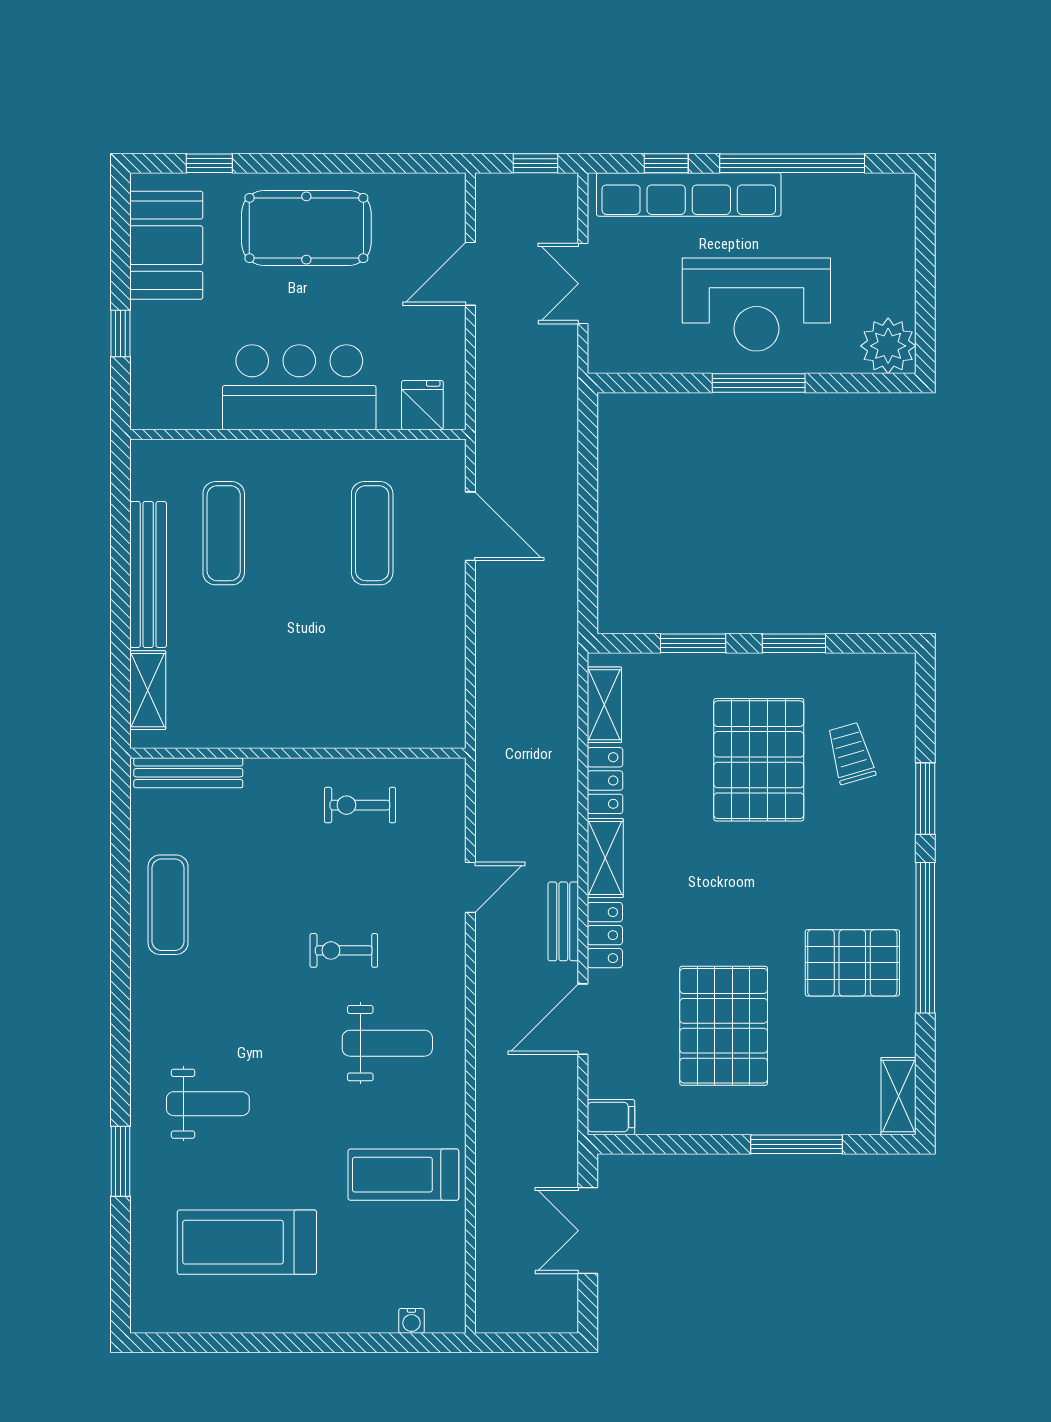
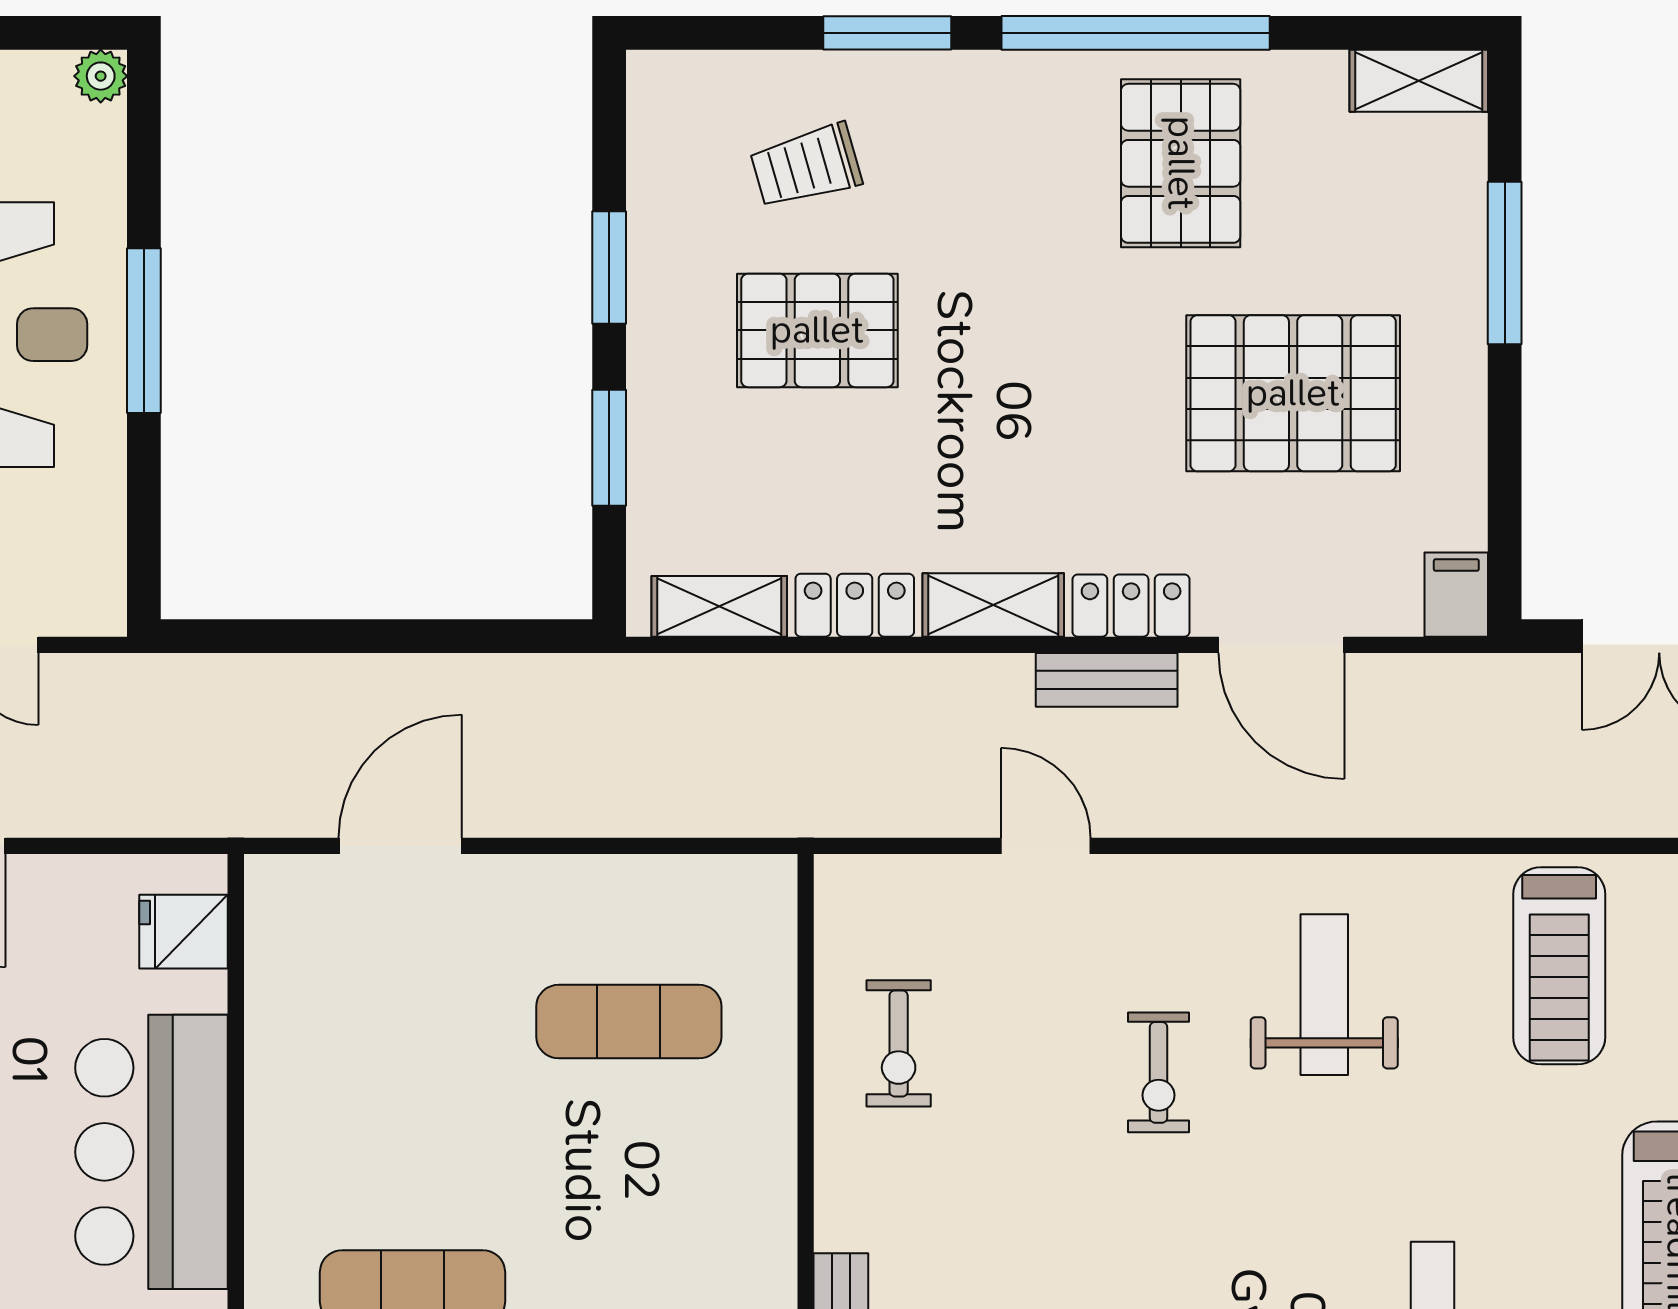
plant: (888, 346) -> (101, 76), width x0.53, depth x0.53
exercise mat: (372, 533) -> (629, 1022), moved
pallet: (759, 760) -> (817, 330), width x0.73, depth x0.71

